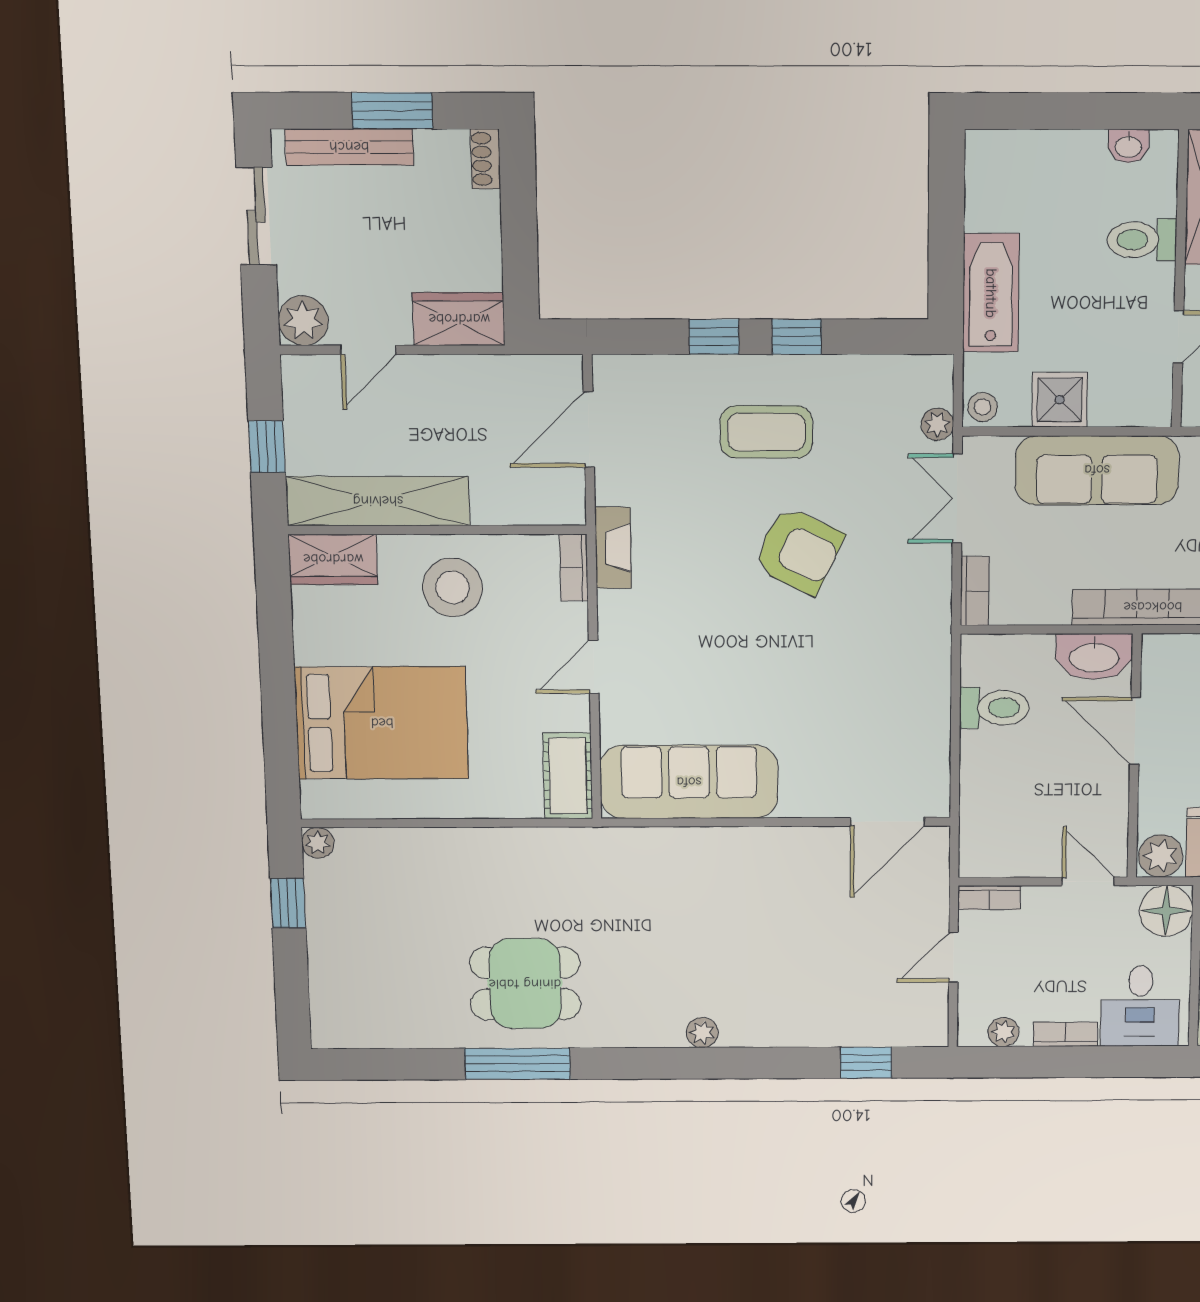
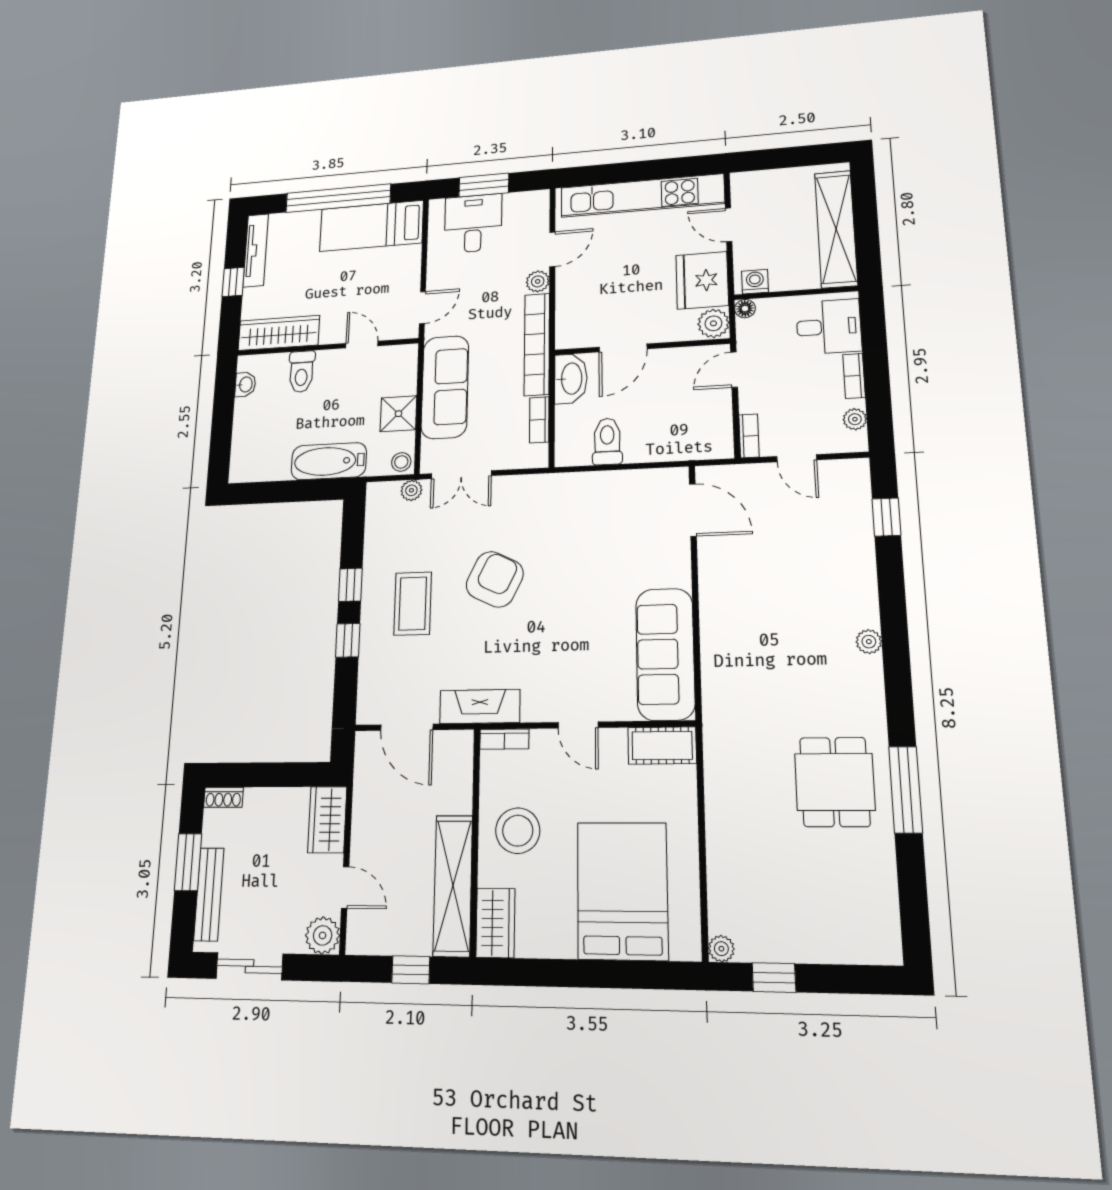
fireplace: (613, 548) -> (480, 706), width x1.37, depth x1.32
bookcase: (975, 591) -> (539, 420), moved, turned -90
floor lamp: (1166, 911) -> (745, 309), width x0.53, depth x0.53

